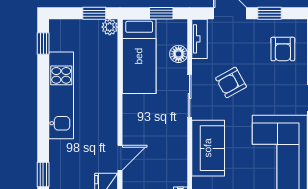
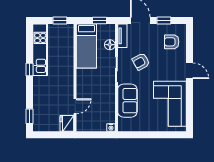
plant: (110, 27) -> (69, 29), removed
window: (43, 44) -> (29, 69), moved
armchair: (283, 49) -> (172, 42), turned 90
kitchen unit: (61, 95) -> (40, 50), moved

